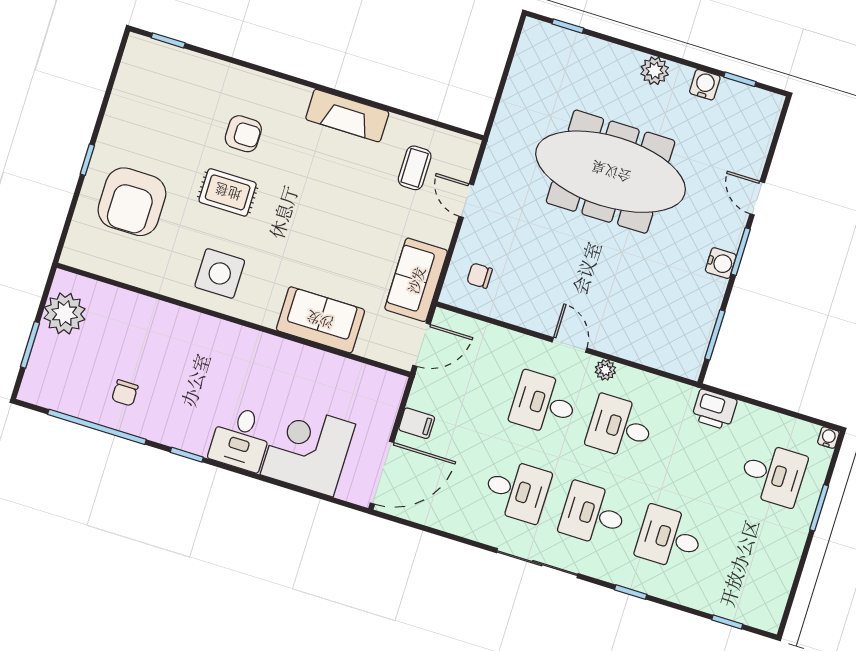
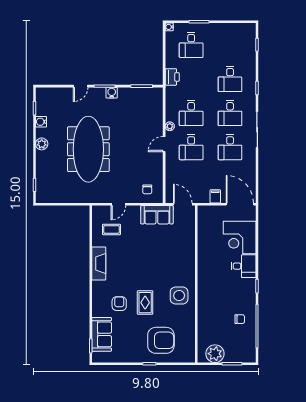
sofa: (320, 320) -> (102, 334), moved, turned 180
desk: (773, 474) -> (191, 45), turned 180
desk: (517, 490) -> (230, 147), turned 180

